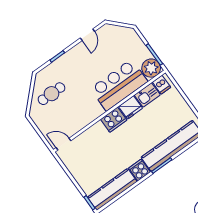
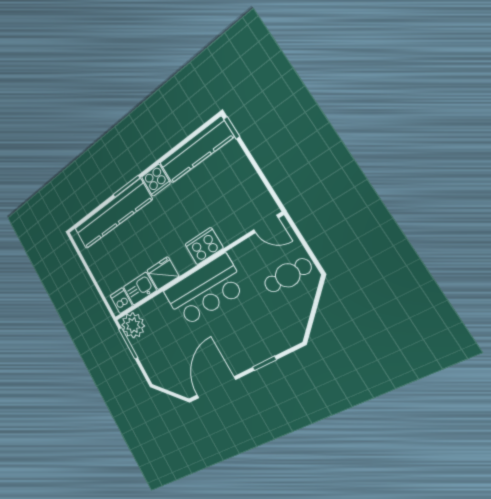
door: (87, 35) -> (216, 387), width x1.87
bar counter: (119, 85) -> (204, 291), moved
cafe table: (52, 94) -> (288, 275), moved
cooker: (114, 120) -> (204, 246), moved

